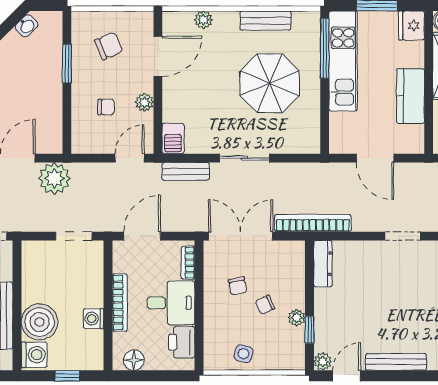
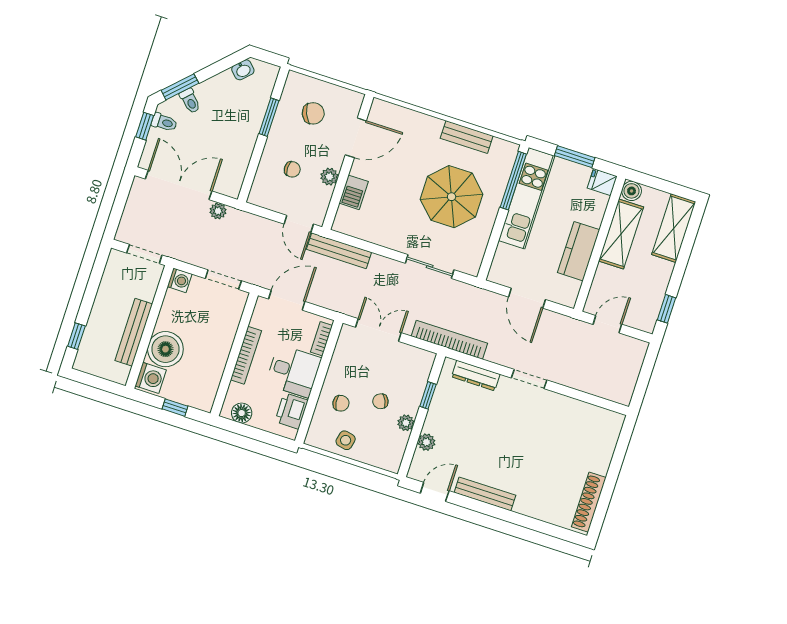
plant: (203, 20) -> (409, 118), removed
fridge: (412, 26) -> (602, 182), width x0.72
barbecue: (173, 138) -> (354, 192), moved
door: (130, 158) -> (299, 224), swing flipped
sliding door: (244, 158) -> (430, 267), moved
bench: (186, 171) -> (339, 251), width x1.36
plant: (54, 178) -> (218, 211), width x0.53, depth x0.53
double door: (241, 236) -> (378, 330), width x0.73
dresser: (323, 264) -> (476, 376), moved, turned 90
chair: (238, 286) -> (341, 403), moved, turned -87
washing machine: (94, 319) -> (180, 280), moved, turned 180
window: (309, 330) -> (428, 395), moved
plant: (323, 361) -> (426, 442), moved

